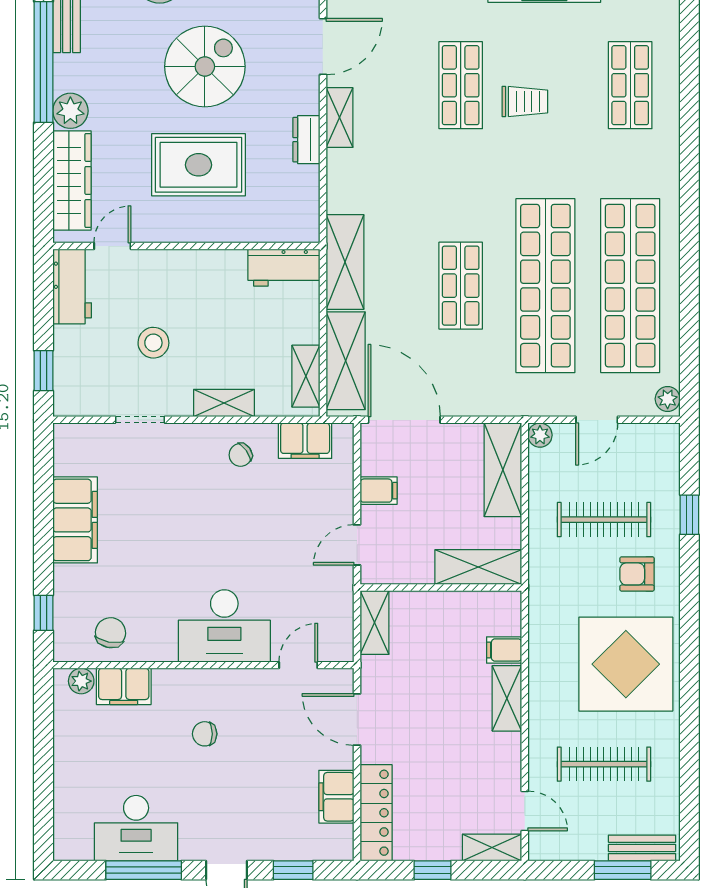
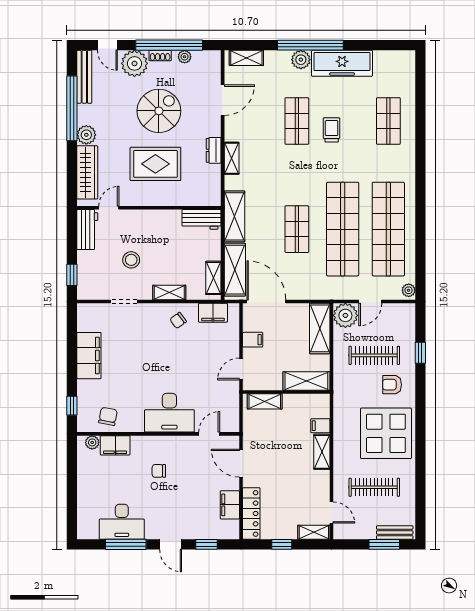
trolley: (525, 102) -> (332, 130), turned -90
shelving: (339, 118) -> (232, 158), moved
plant: (540, 435) -> (345, 315), width x1.87, depth x1.87
shelving: (375, 623) -> (265, 401), moved, turned 90

